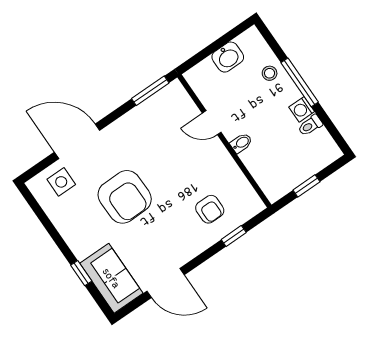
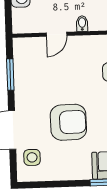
window: (150, 91) -> (10, 75), moved

